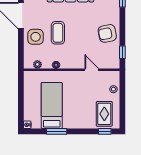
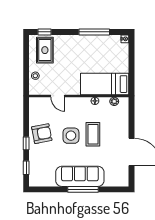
side table: (36, 37) -> (71, 136), moved
window: (122, 52) -> (26, 143), moved
bed: (52, 105) -> (105, 84), moved, turned 90
window: (57, 131) -> (94, 32), width x1.44

